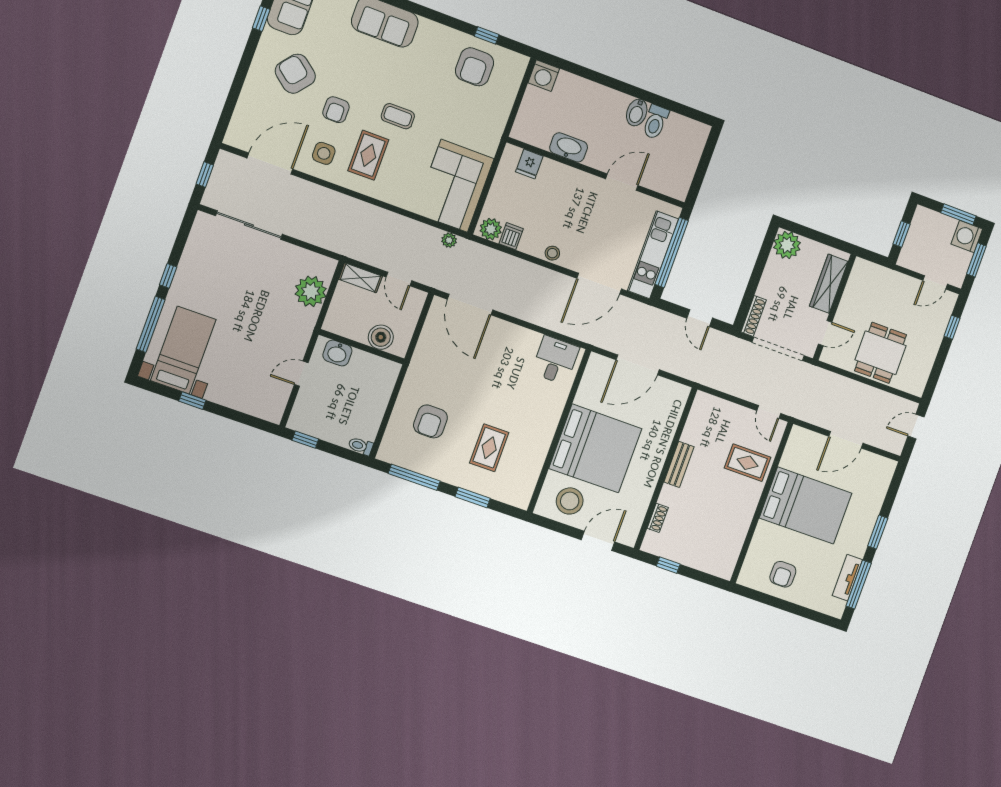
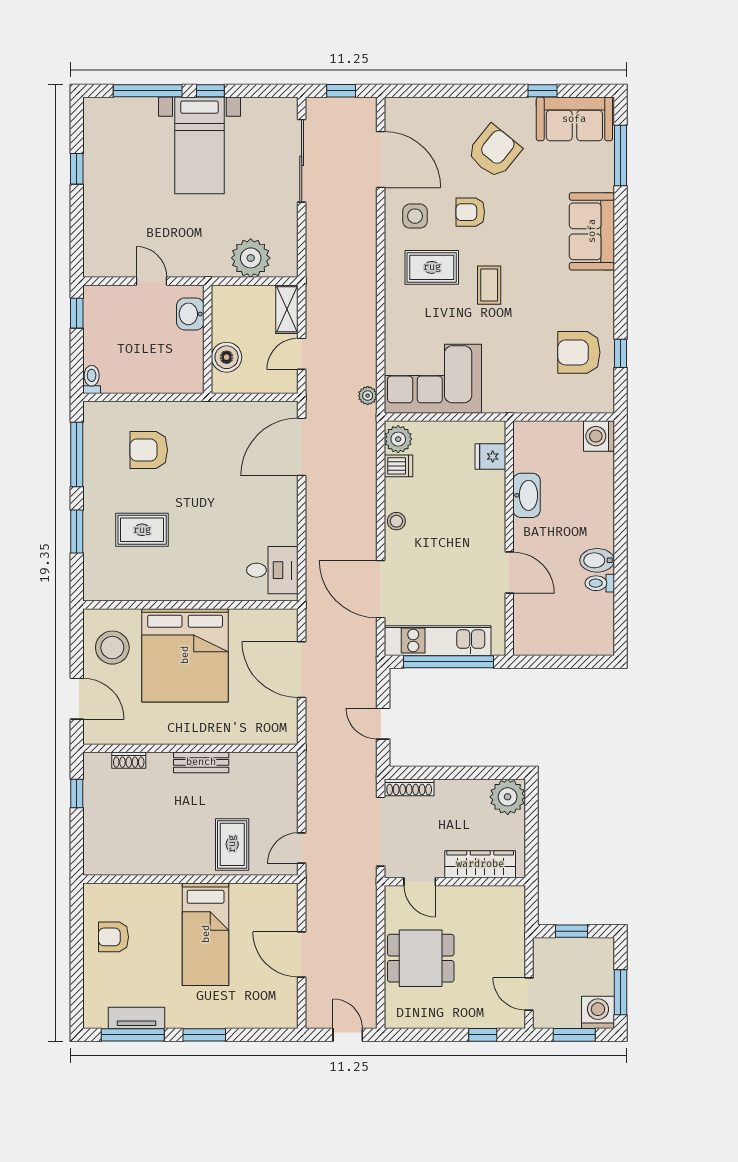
toilet: (655, 122) -> (600, 583), width x0.73, depth x0.72
door: (700, 318) -> (383, 724), hinge flipped
bed with nightstands: (183, 350) -> (199, 145), moved, turned 90
bed: (806, 505) -> (206, 934), width x0.67

